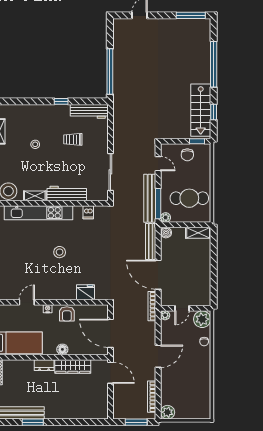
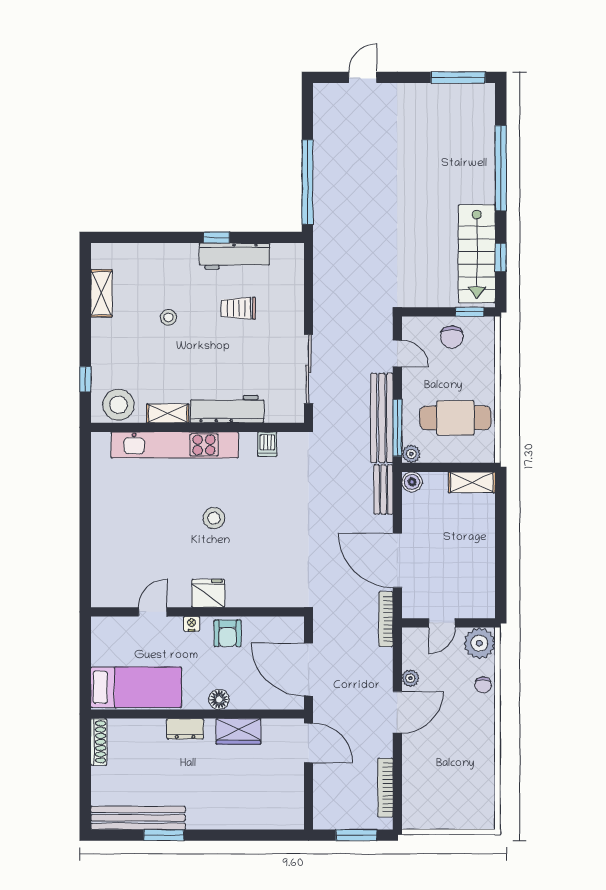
workbench: (89, 111) -> (234, 256), moved
bench: (151, 241) -> (383, 489), width x0.73
fridge: (86, 292) -> (208, 593), moved
plant: (165, 315) -> (410, 678), moved
wardrobe: (73, 367) -> (238, 731), width x0.67
plant: (168, 412) -> (415, 817), removed

